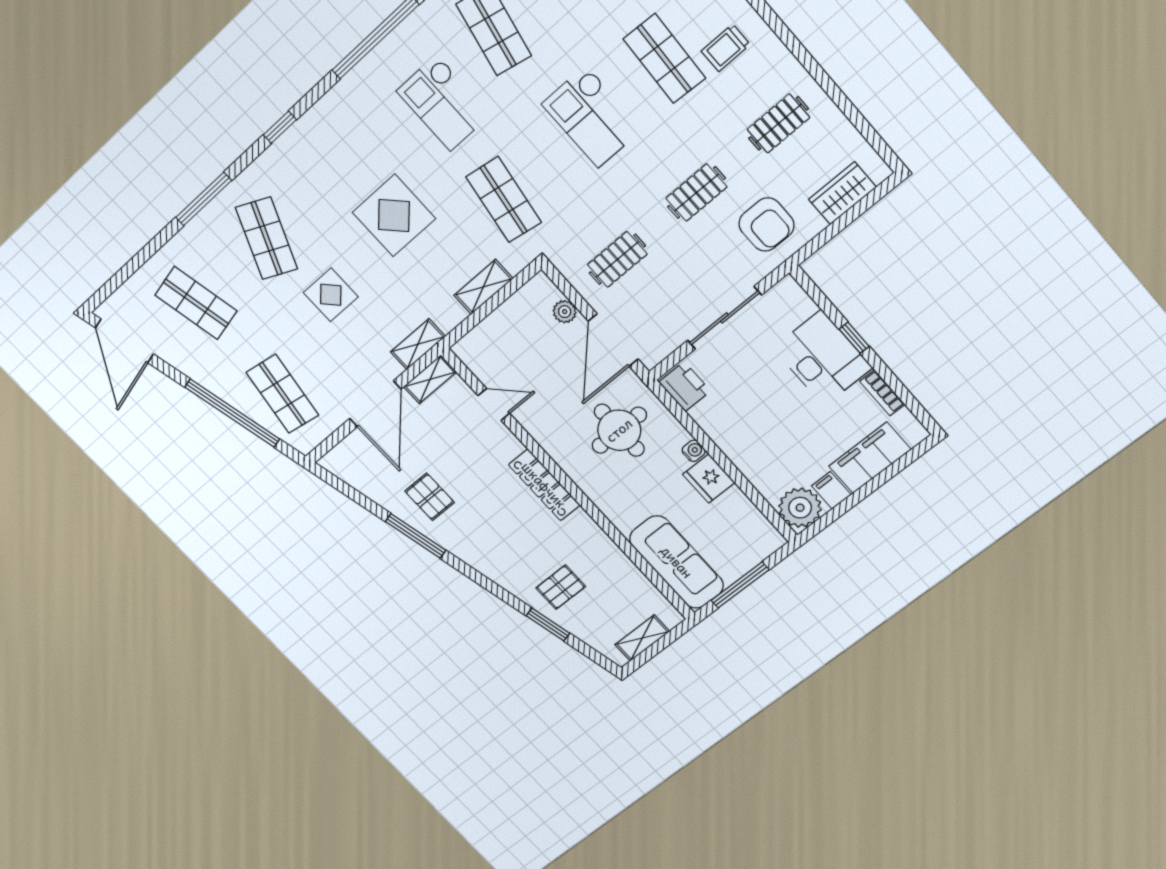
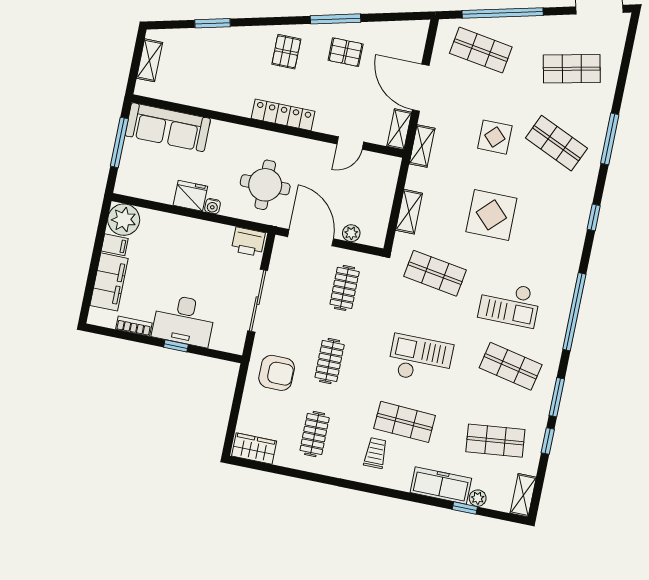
checkout: (444, 103) -> (509, 304), turned 180
wardrobe: (842, 193) -> (254, 449), moved, turned -90
armchair: (766, 224) -> (277, 373), turned 180
pallet: (561, 587) -> (286, 52), moved

